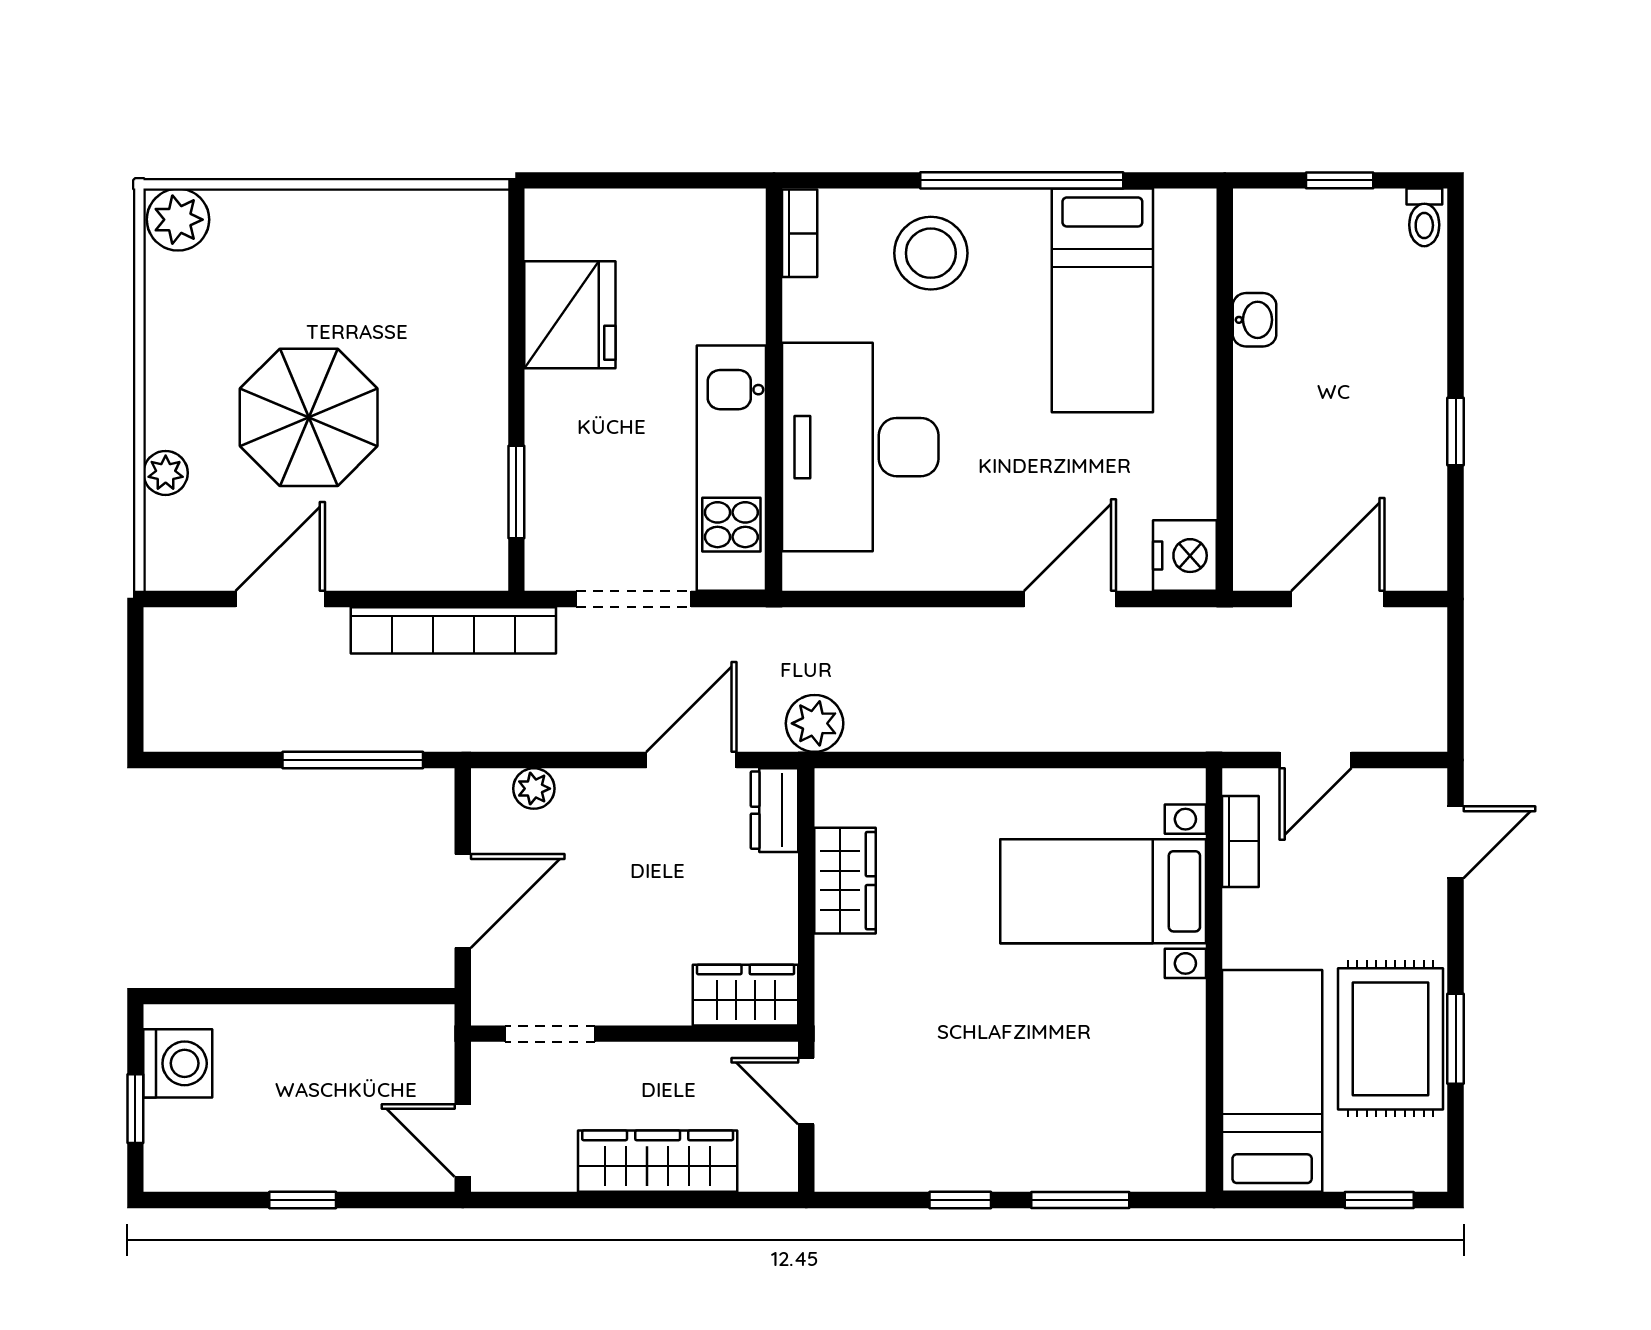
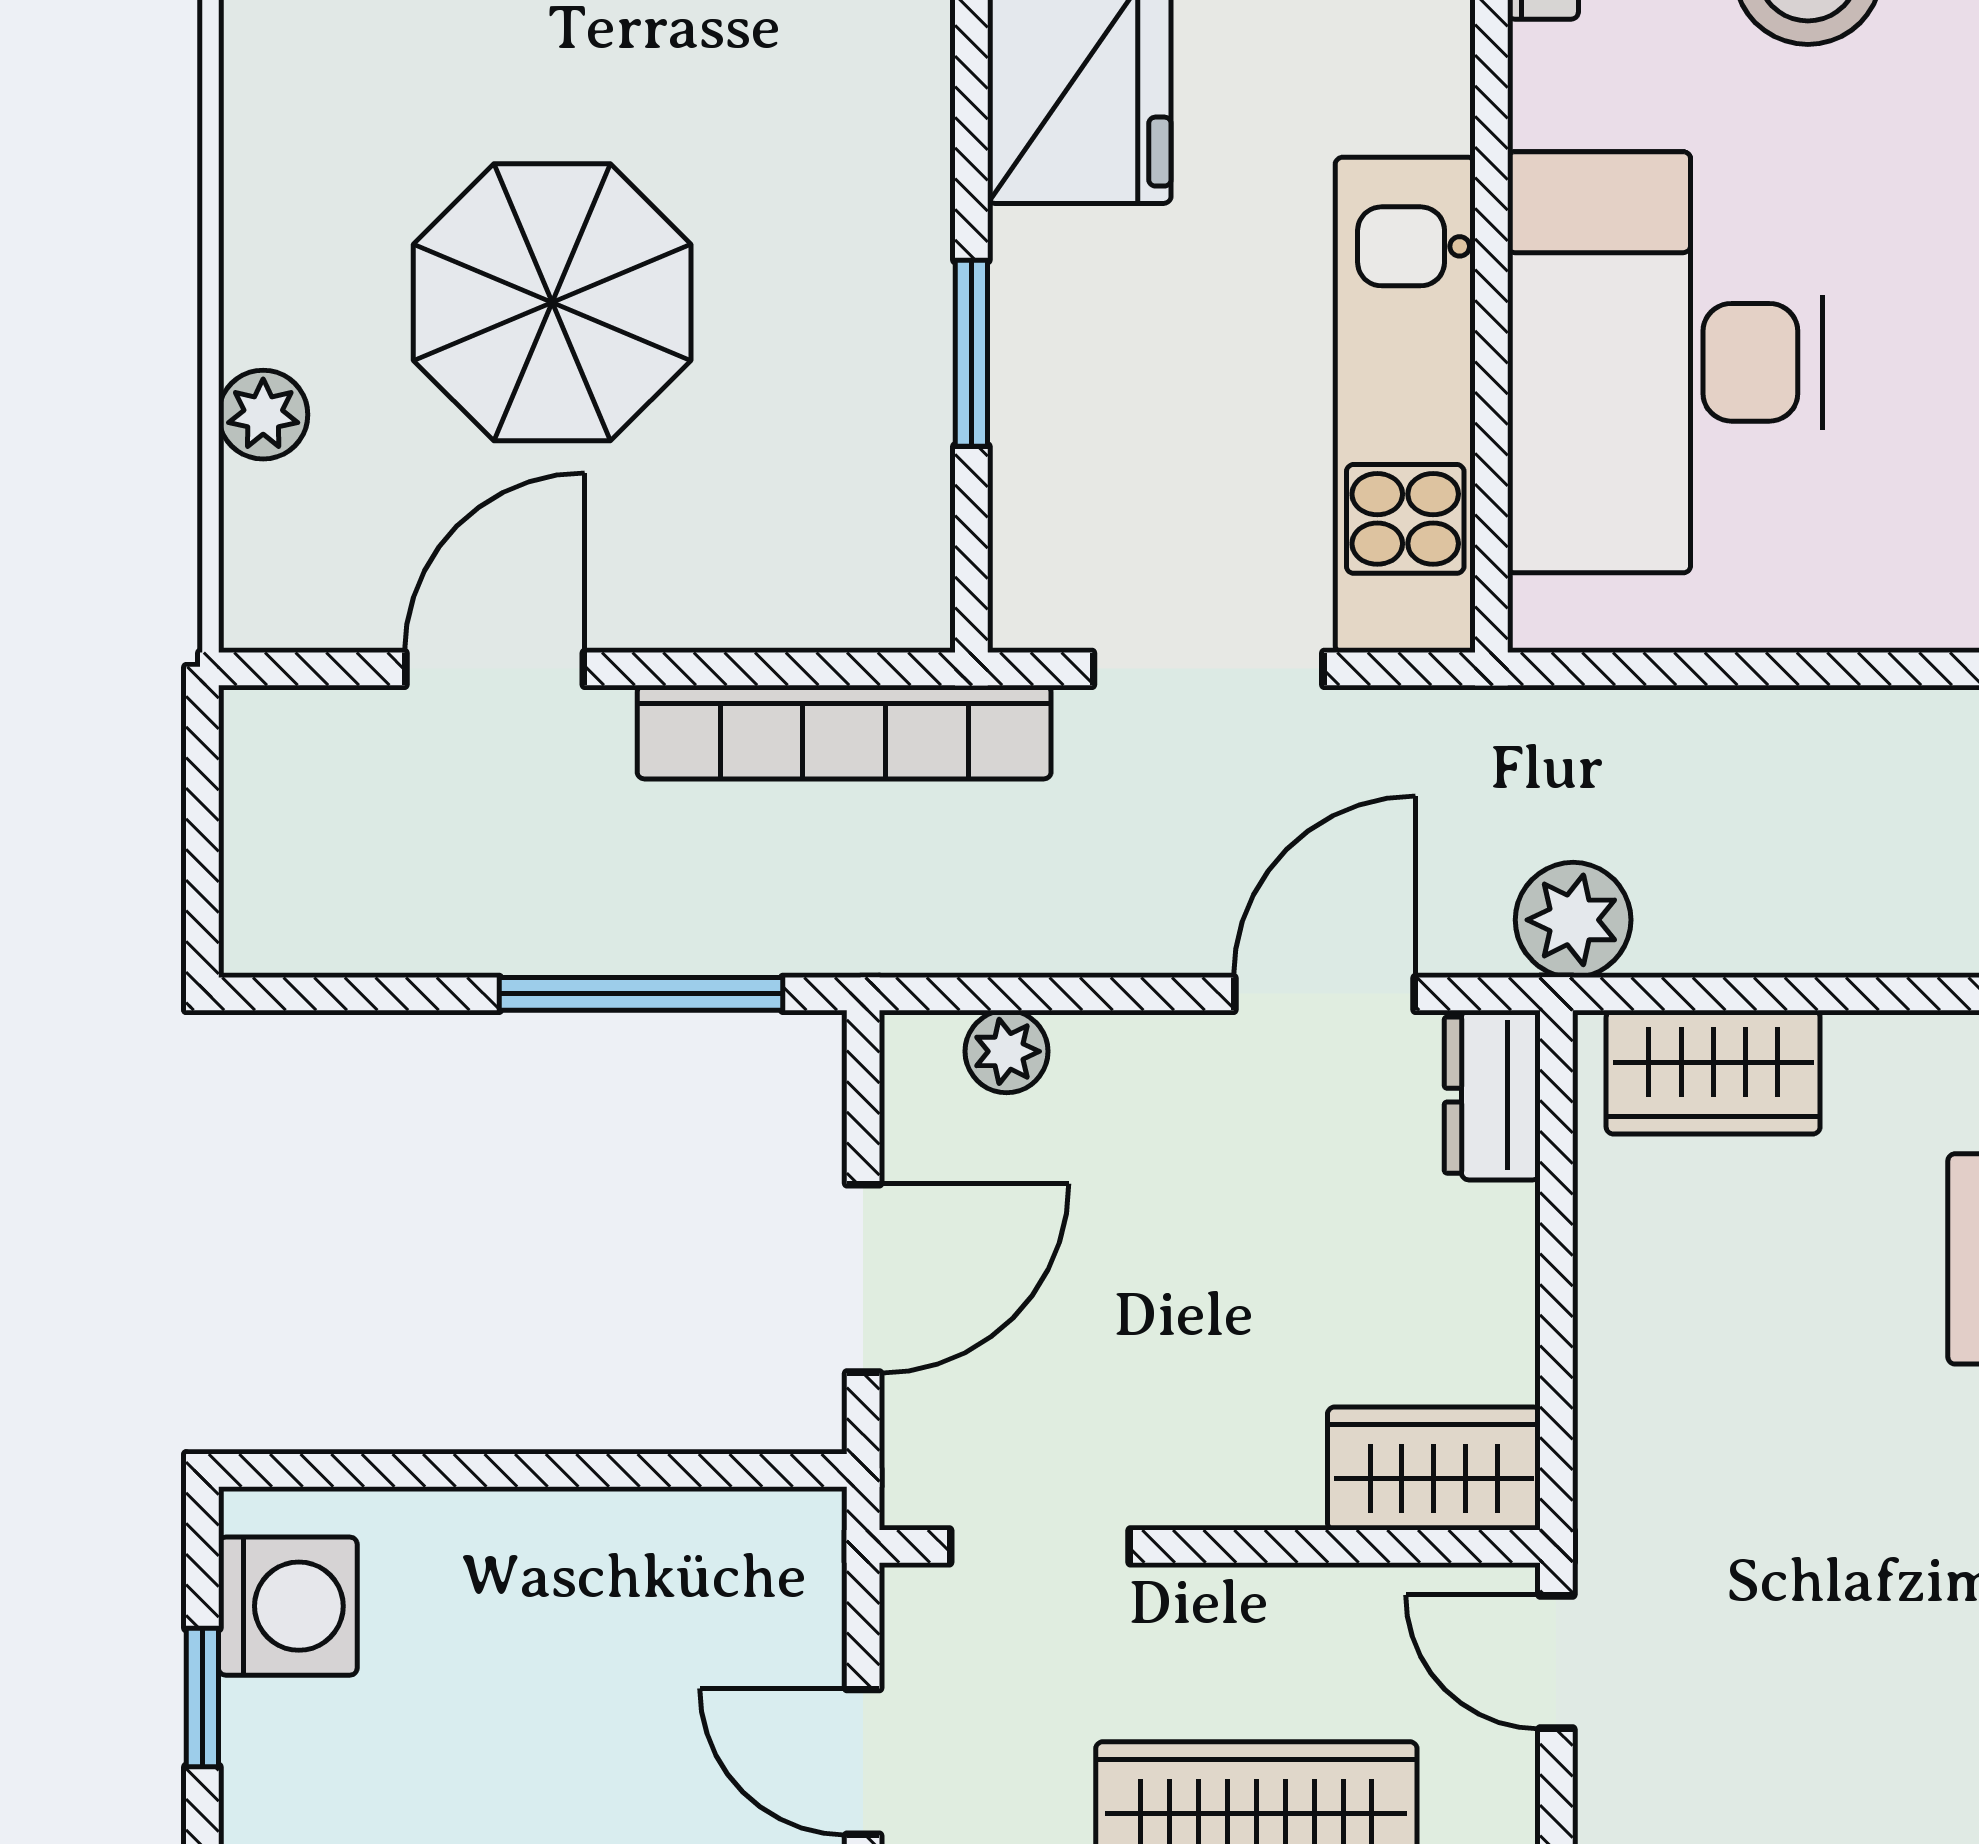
window: (516, 492) -> (971, 353), moved
wardrobe: (845, 881) -> (1713, 1072), moved, turned 90

